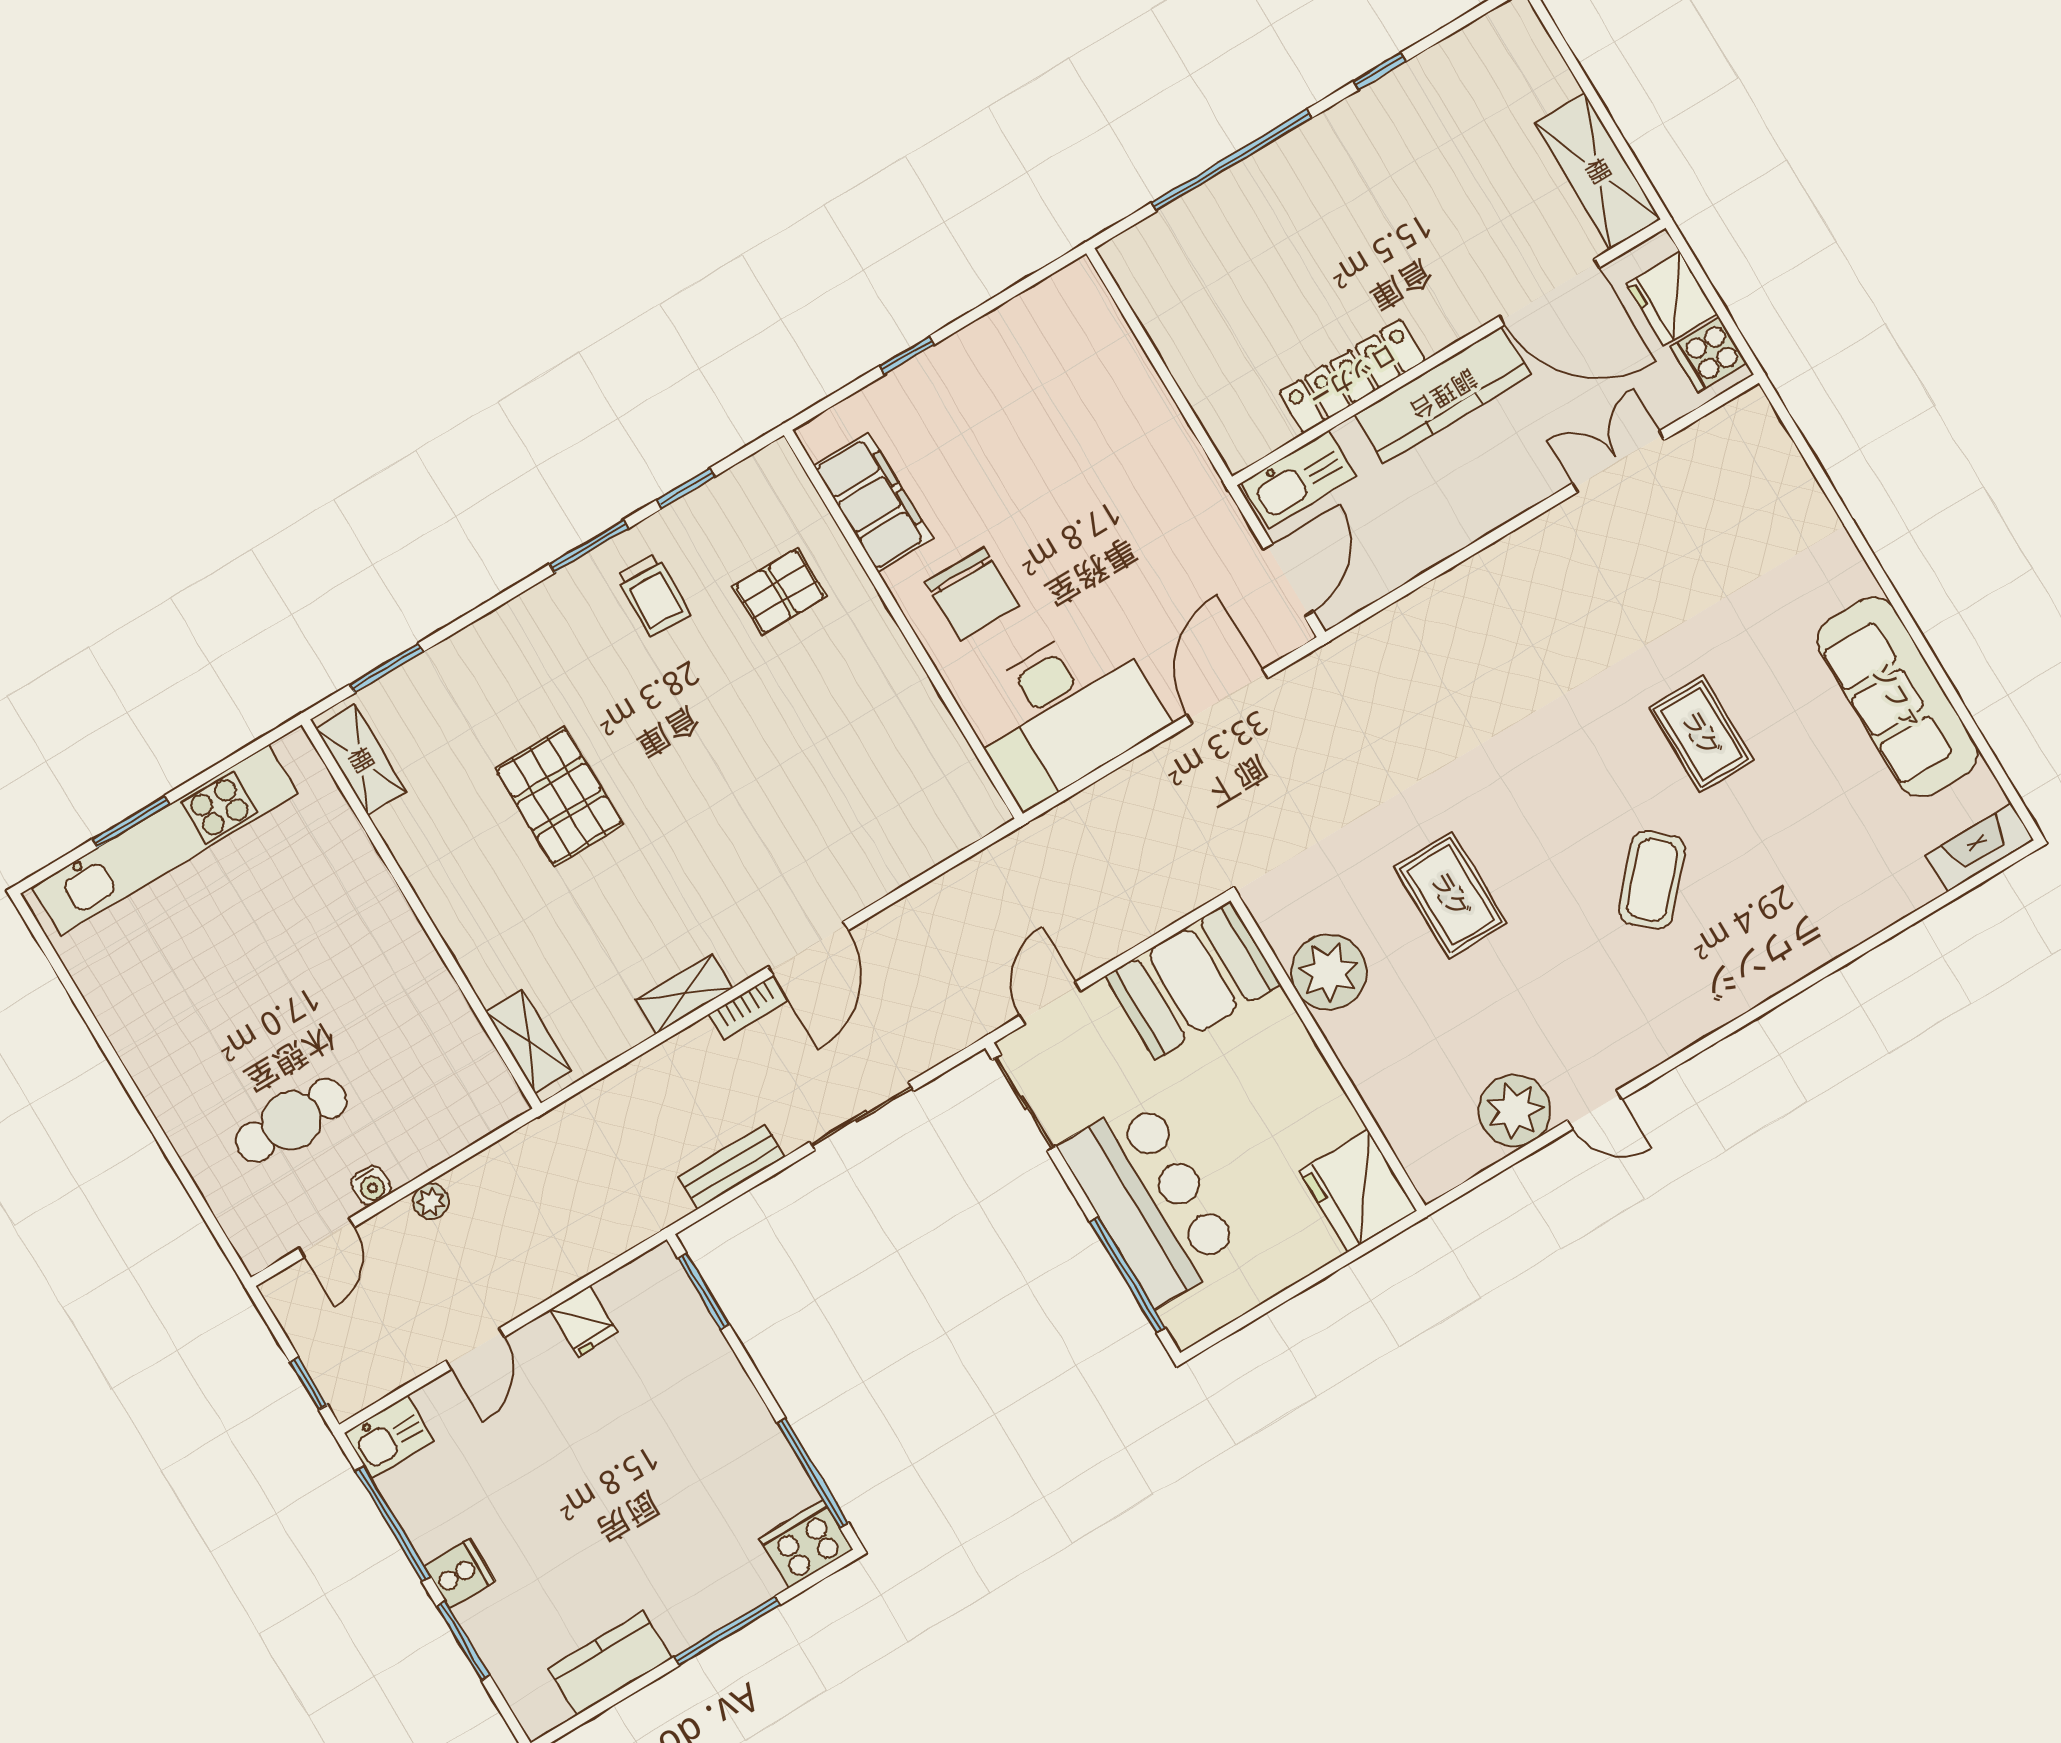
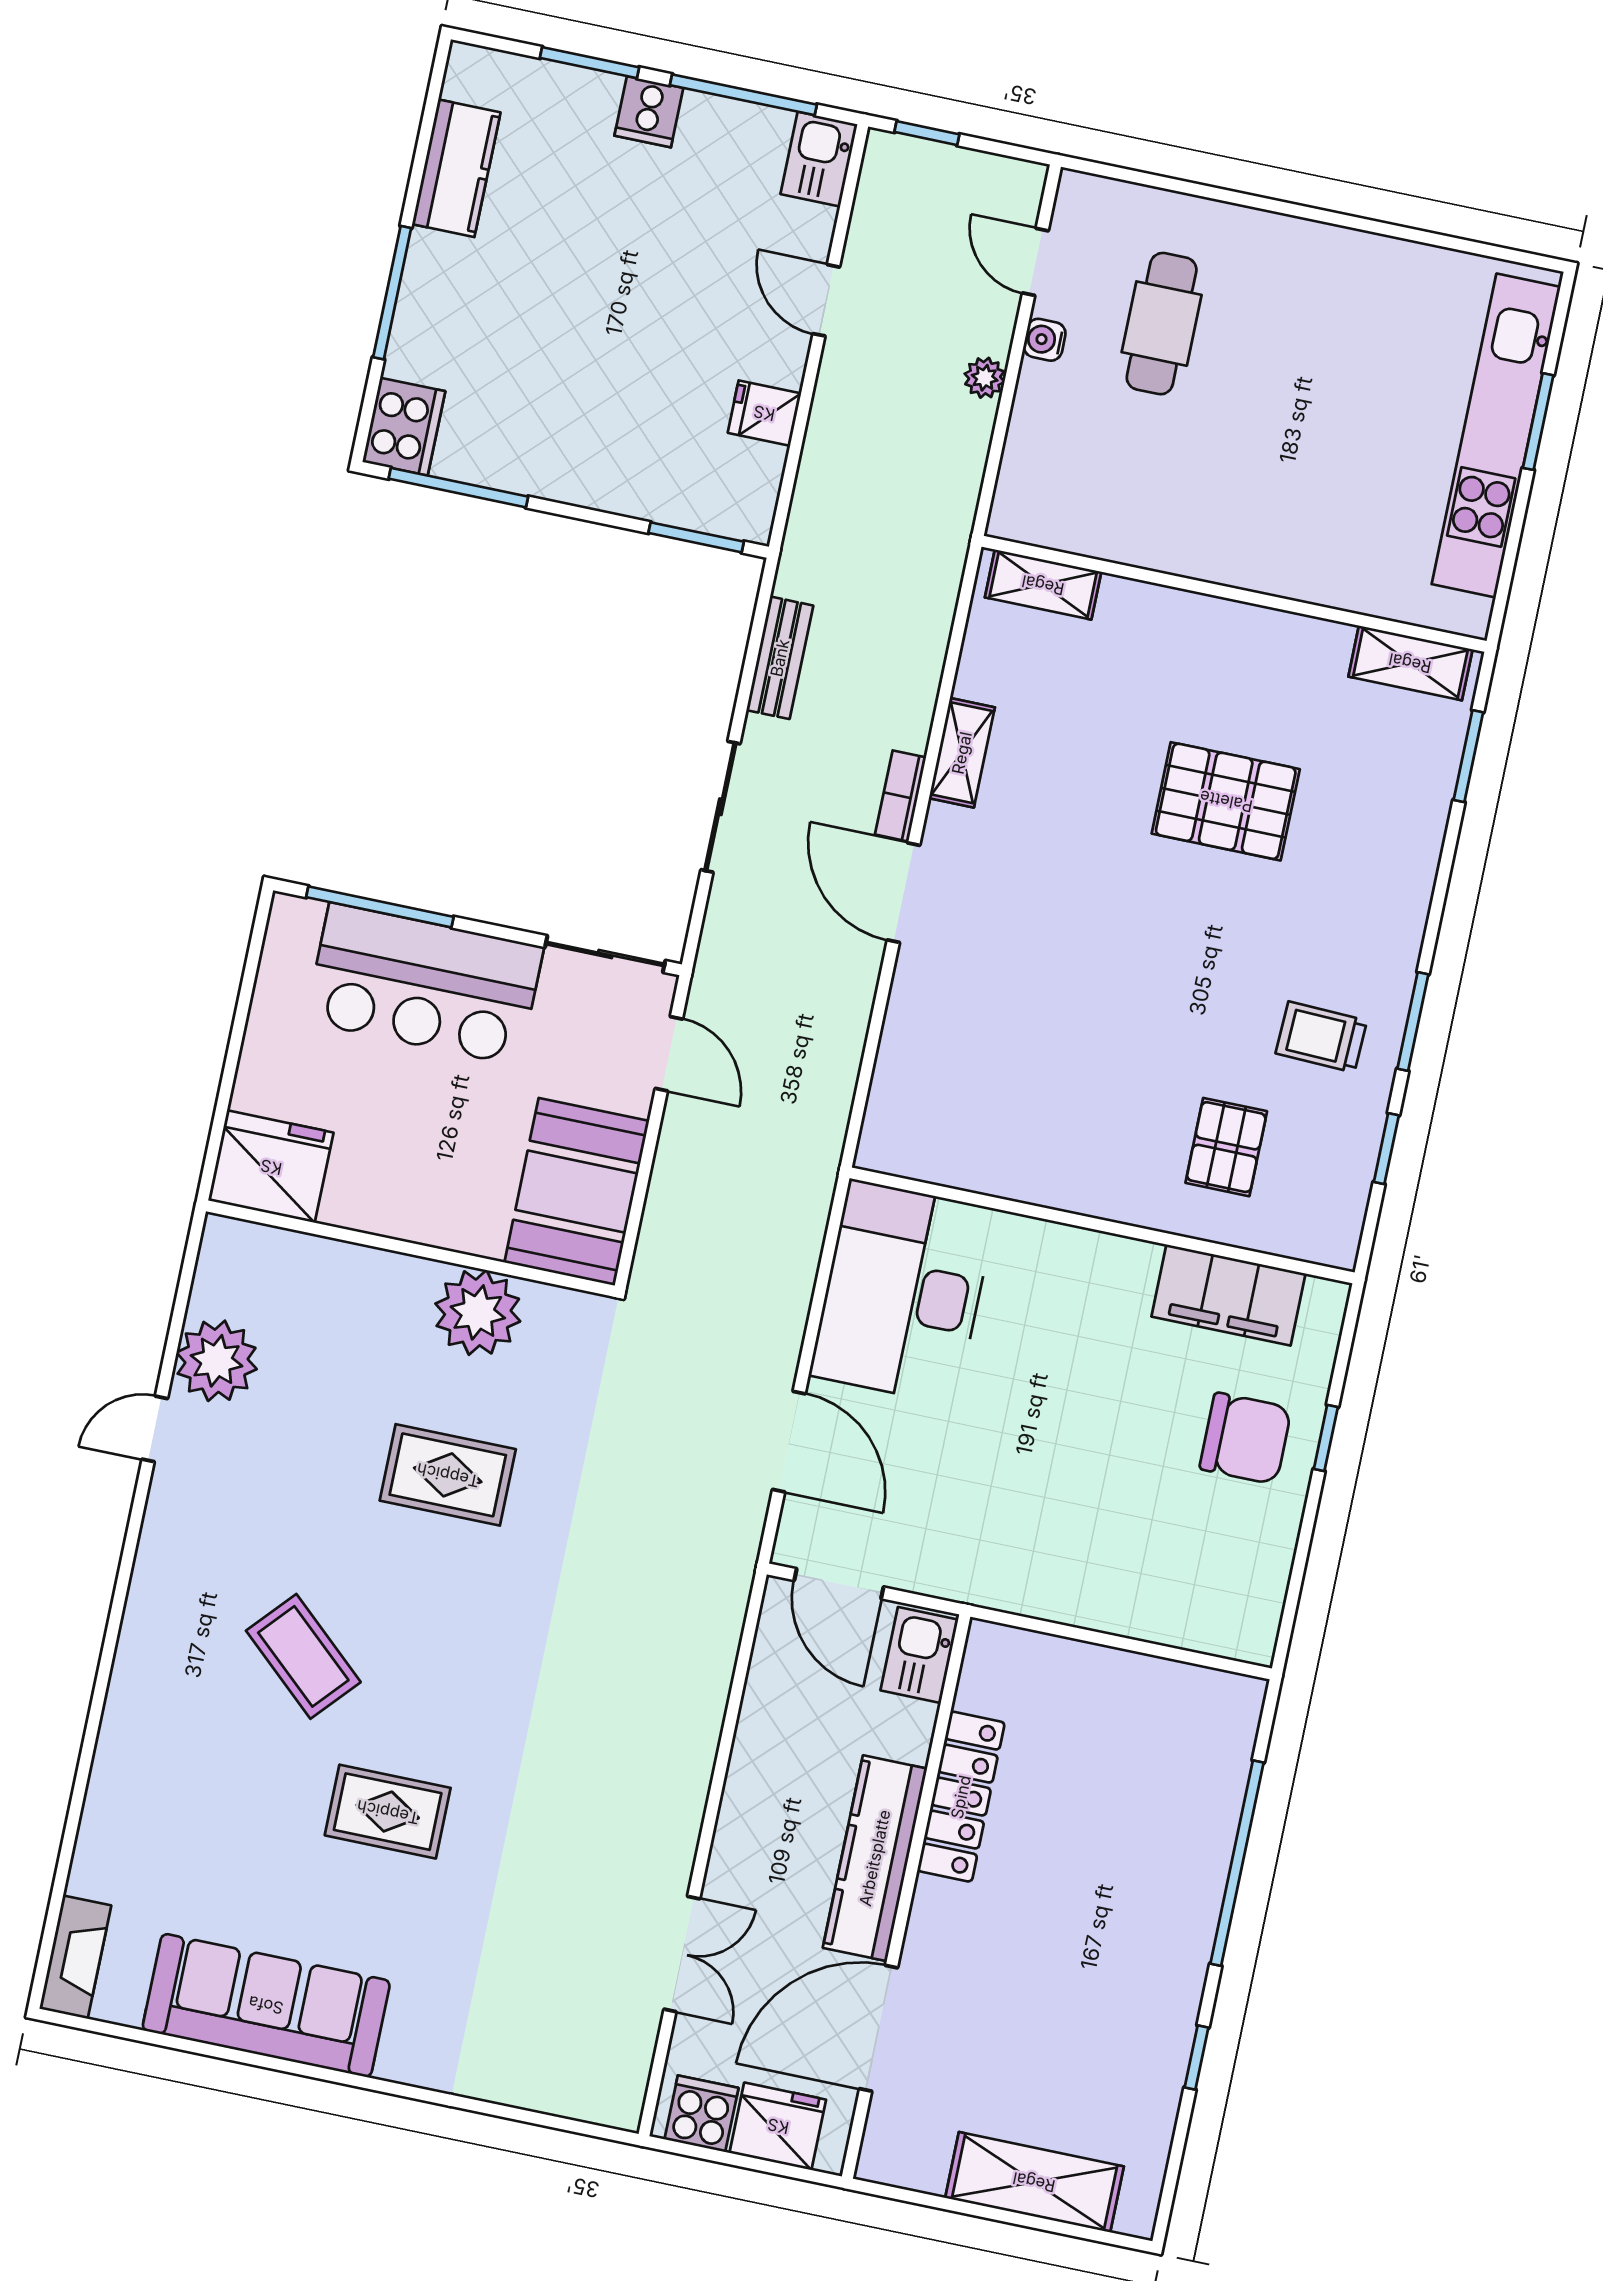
shelving: (1598, 171) -> (1034, 2182), moved
kitchen sink: (1298, 480) -> (919, 1655), width x0.73
chair: (972, 594) -> (1246, 1438), moved, turned 180

